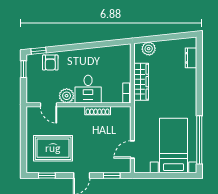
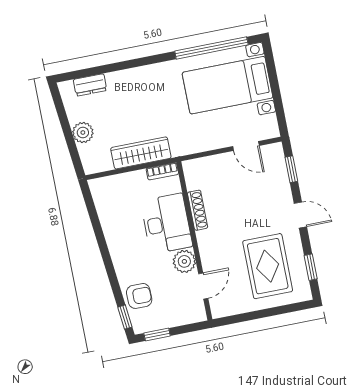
plant: (149, 49) -> (83, 133), moved
desk: (88, 89) -> (166, 224), width x1.37

